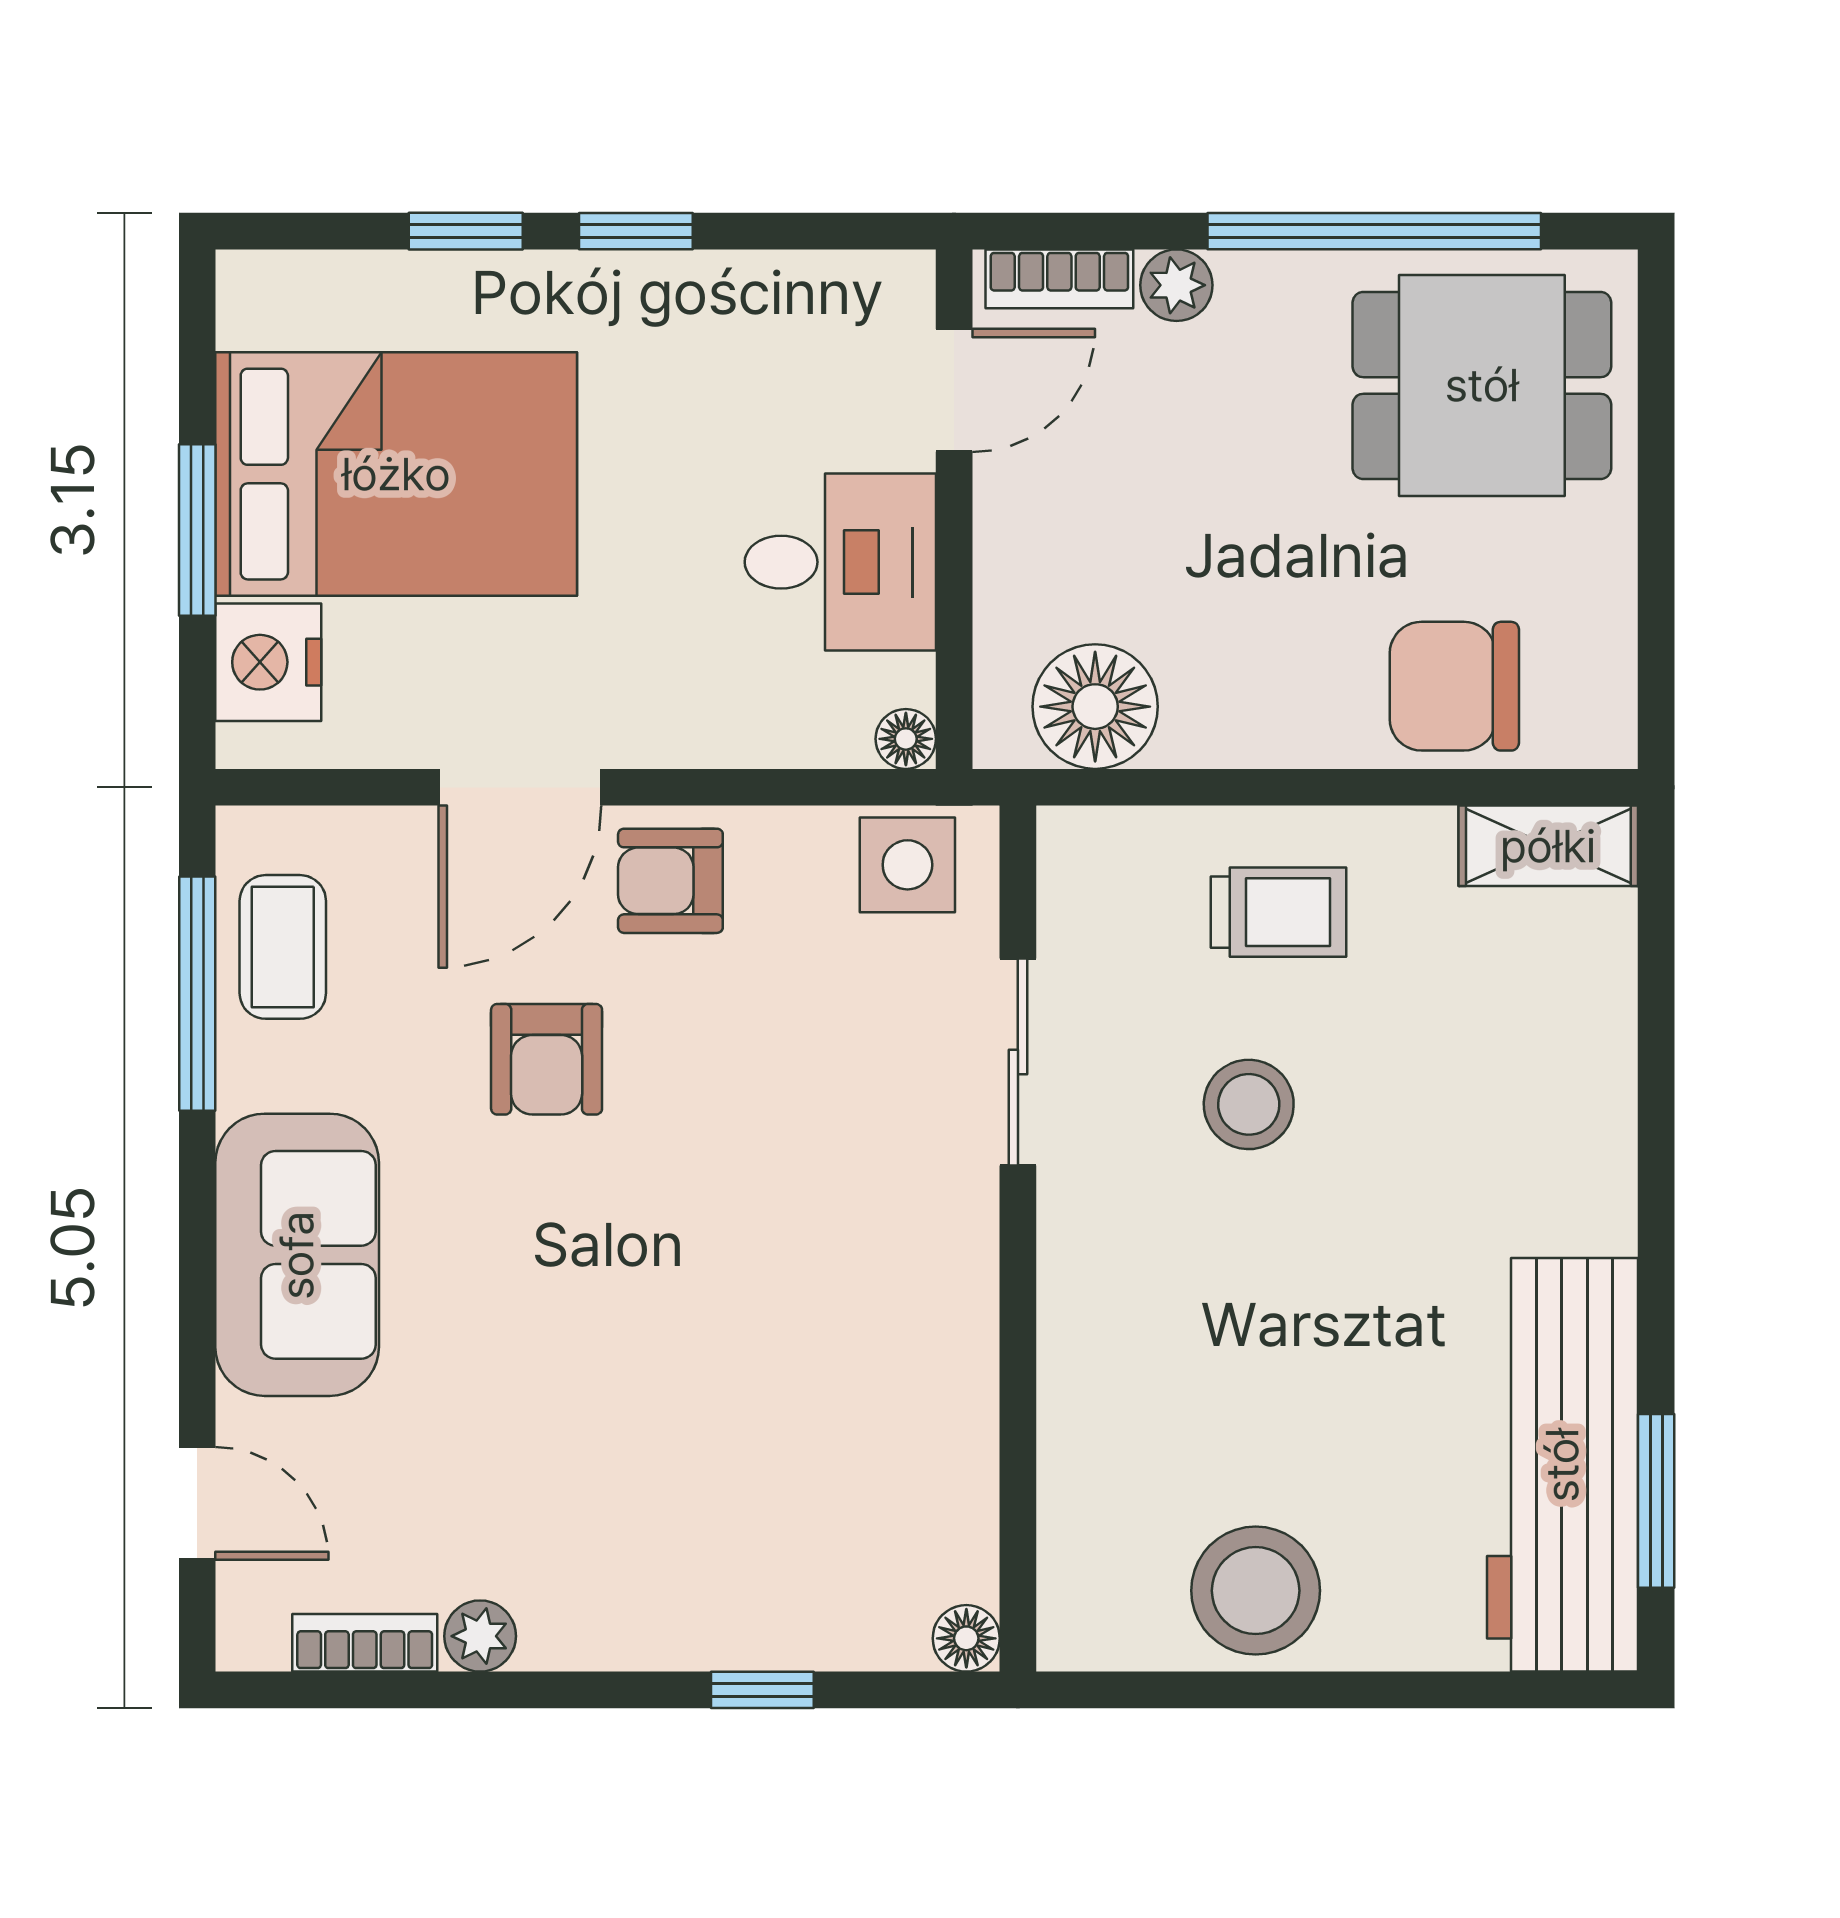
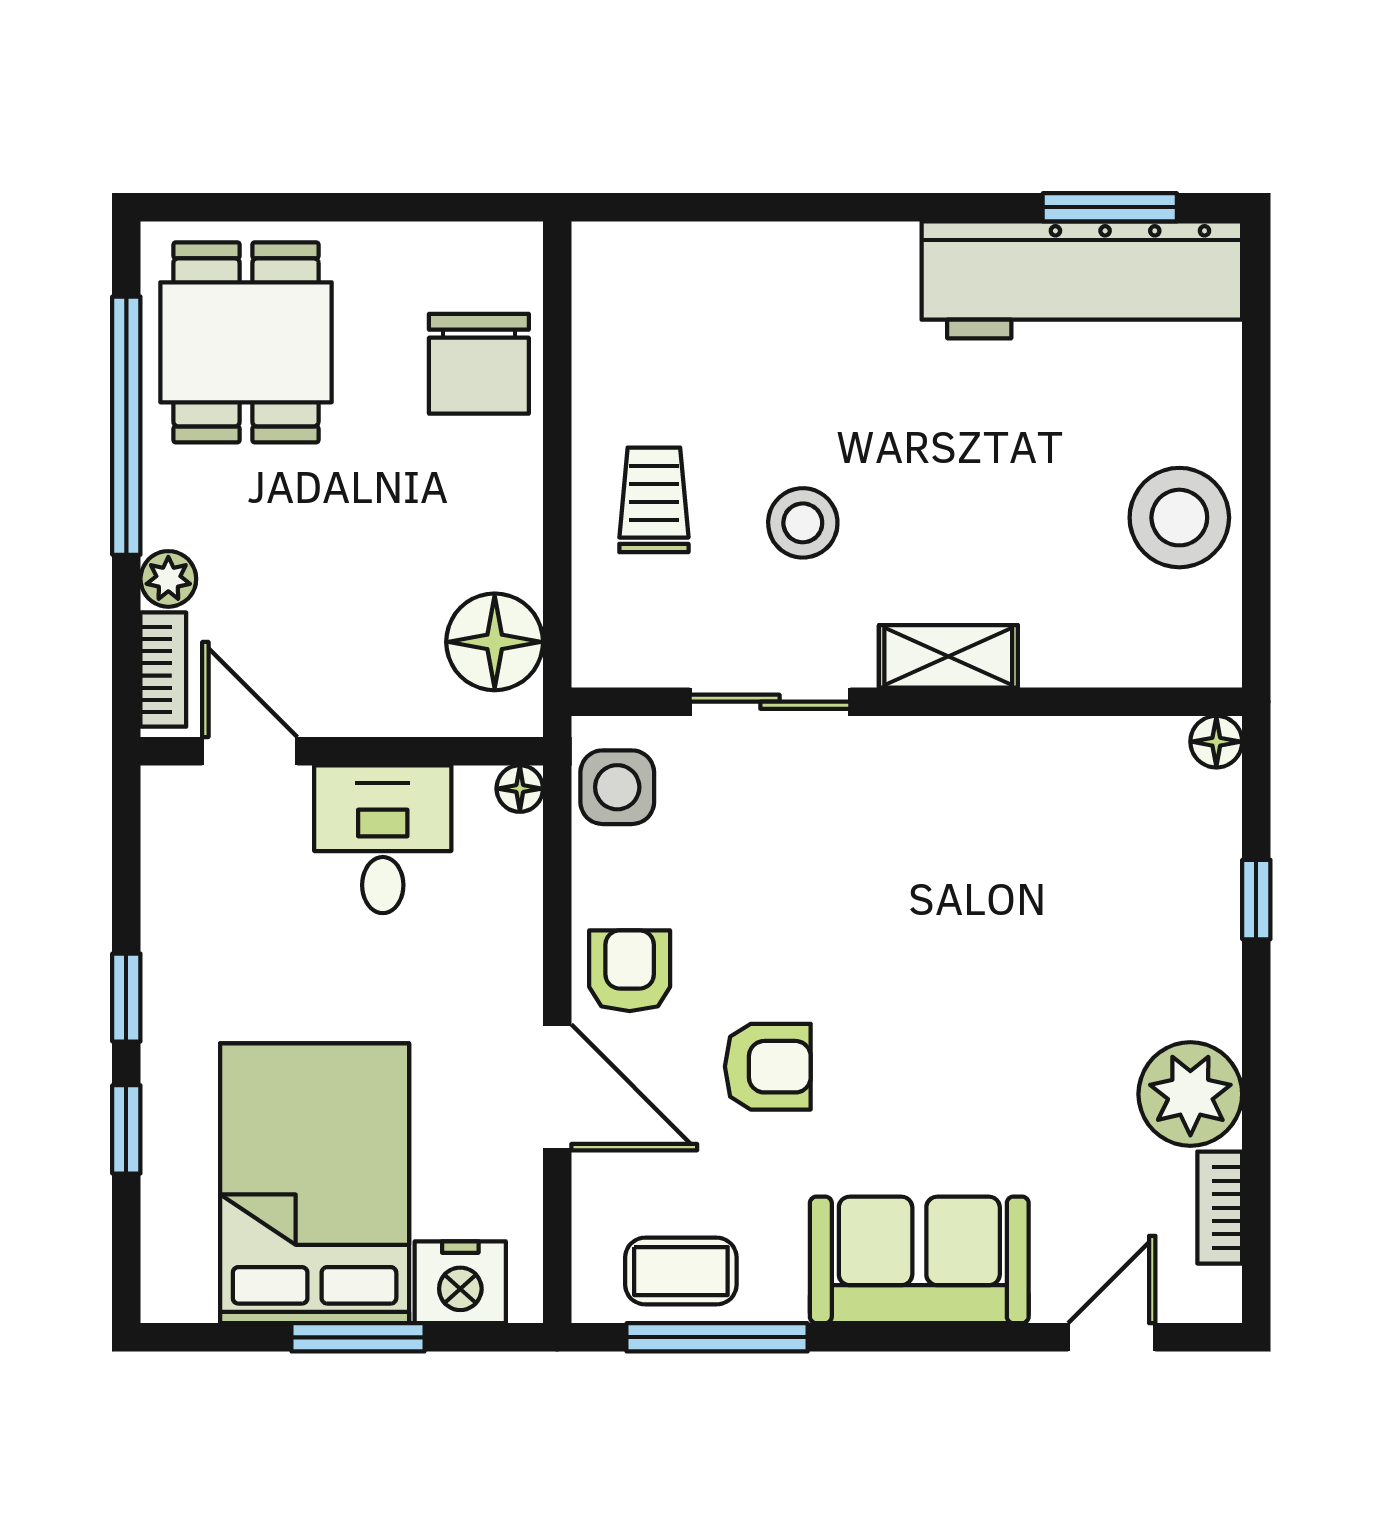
shelving: (1548, 846) -> (948, 656), moved, turned 90
armchair: (670, 881) -> (630, 971), turned 180
plant: (480, 1636) -> (1190, 1094), width x1.88, depth x1.88

